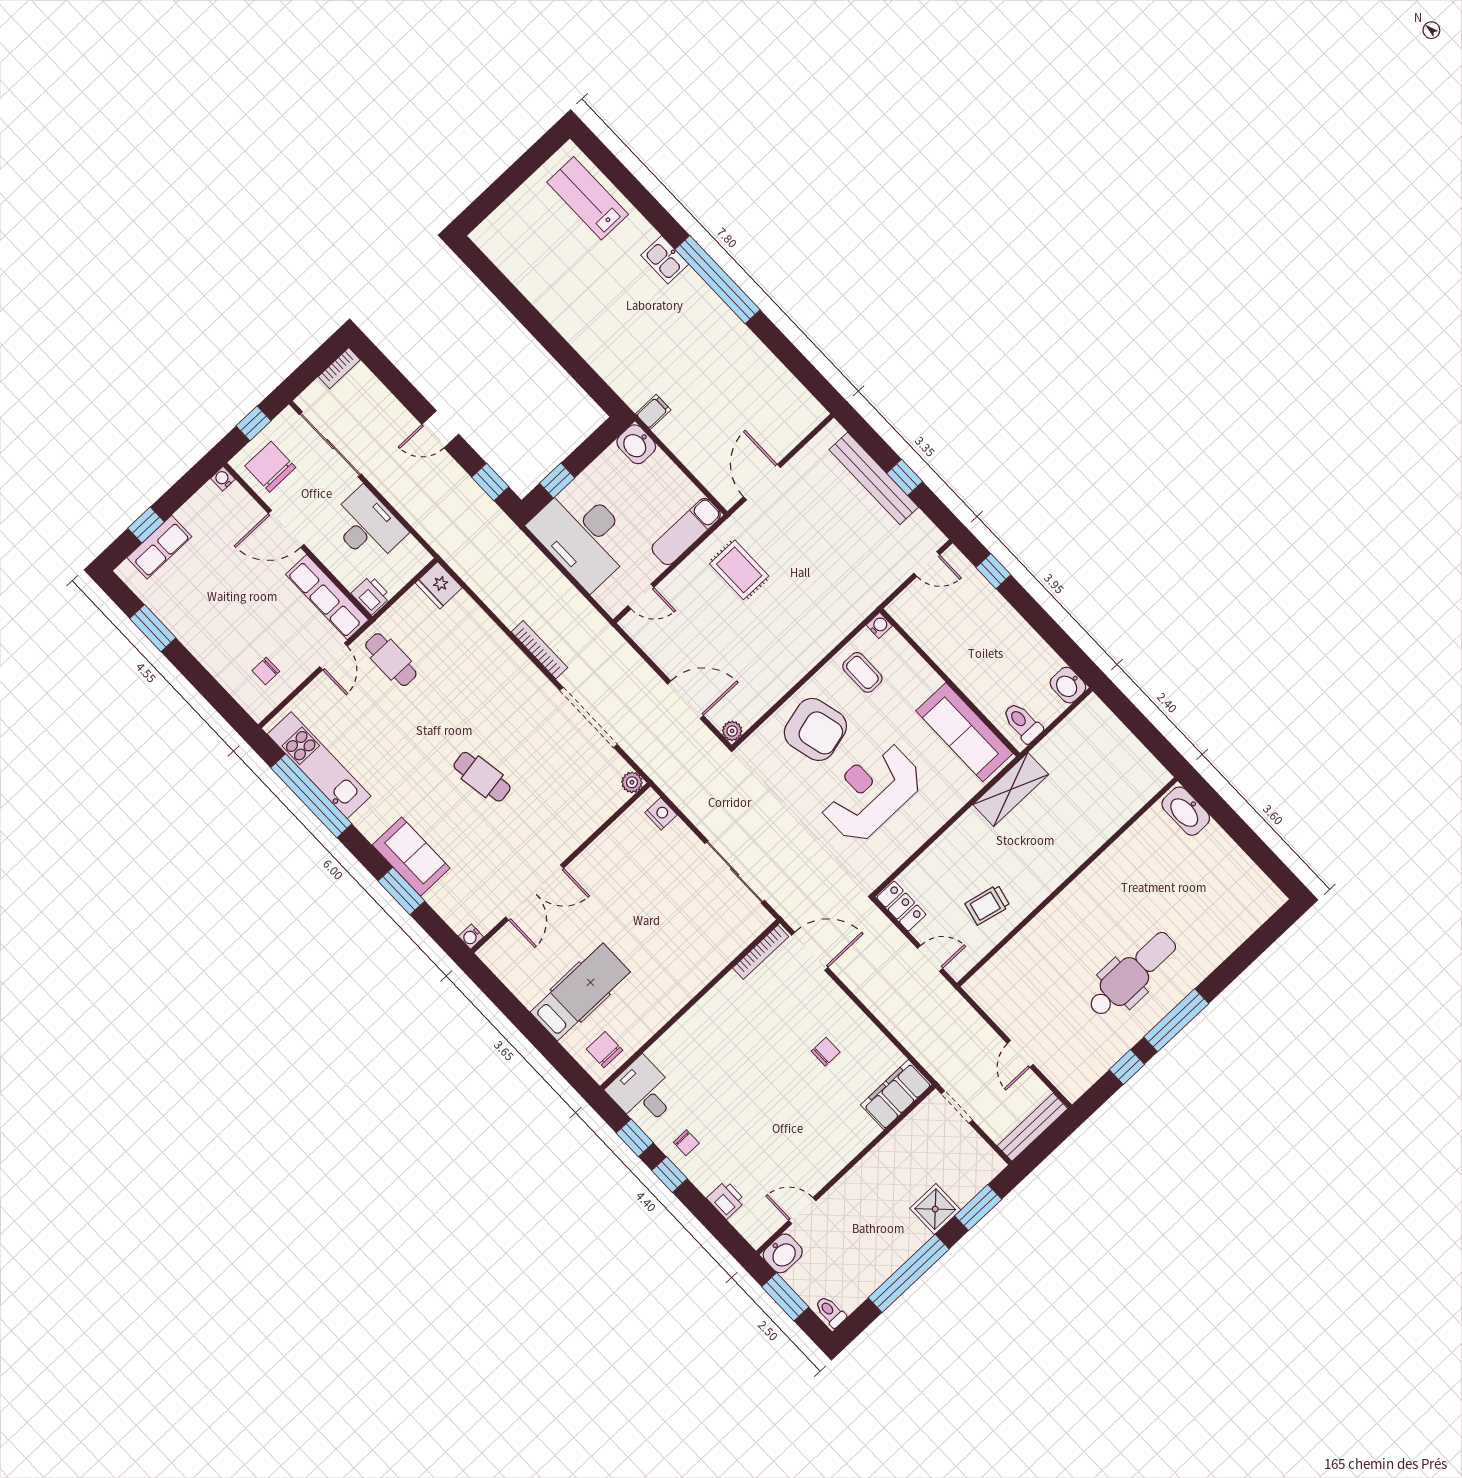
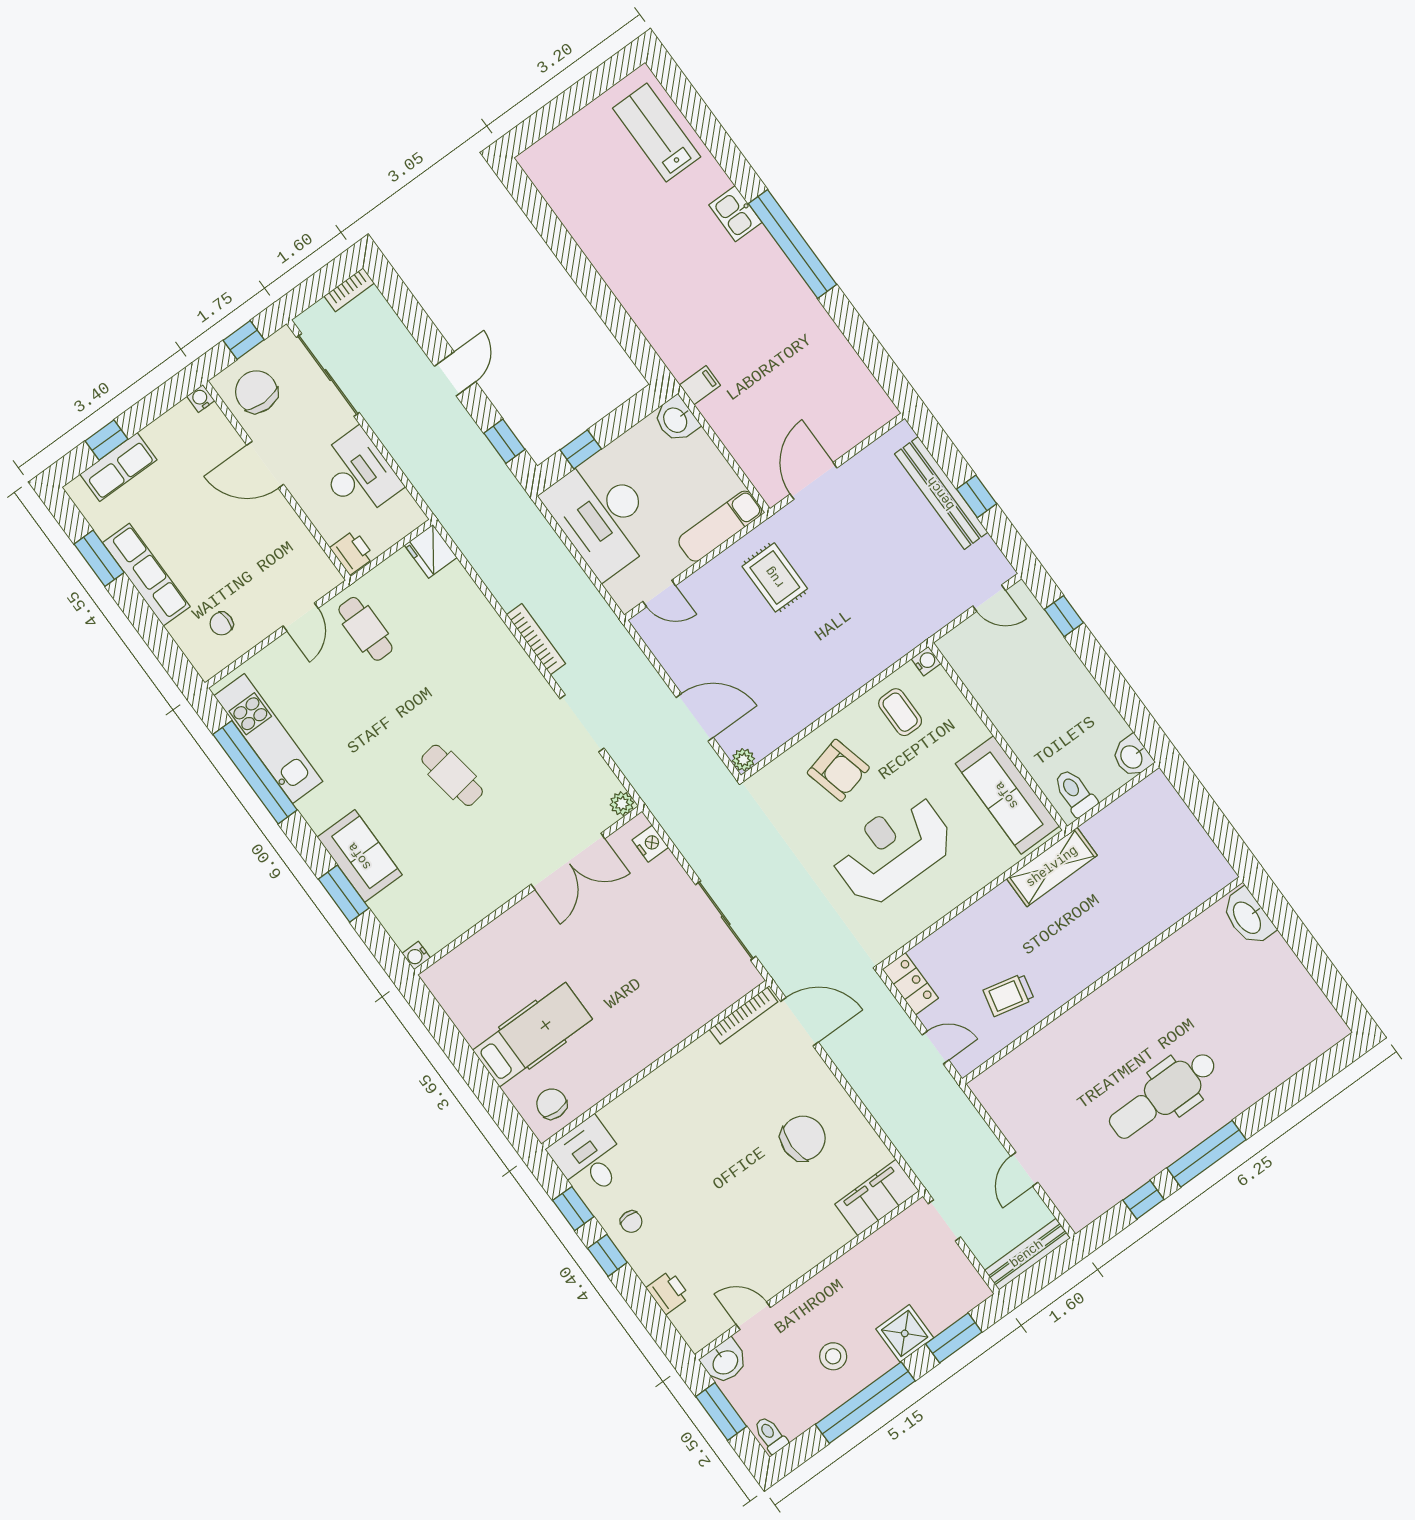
door: (440, 429) -> (455, 374), swing flipped
row of seats: (327, 597) -> (146, 575), moved, turned 180
doorway: (589, 717) -> (582, 723), width x0.73
armchair: (815, 729) -> (838, 770), width x0.73, depth x0.73
double door: (535, 892) -> (568, 861), moved
dental chair: (1132, 974) -> (1163, 1095), turned 180
chair: (826, 1052) -> (803, 1138), width x1.87, depth x1.87
stool: (876, 1237) -> (833, 1356), added

